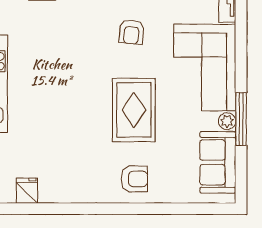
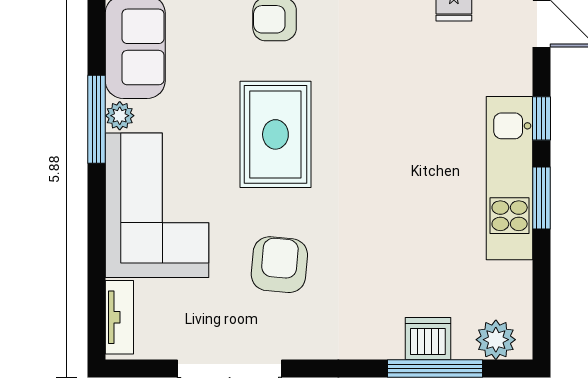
armchair: (131, 32) -> (279, 265), width x1.38, depth x1.38

